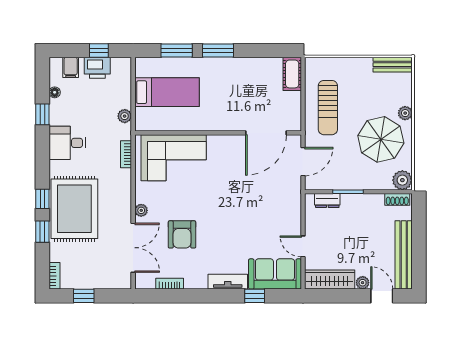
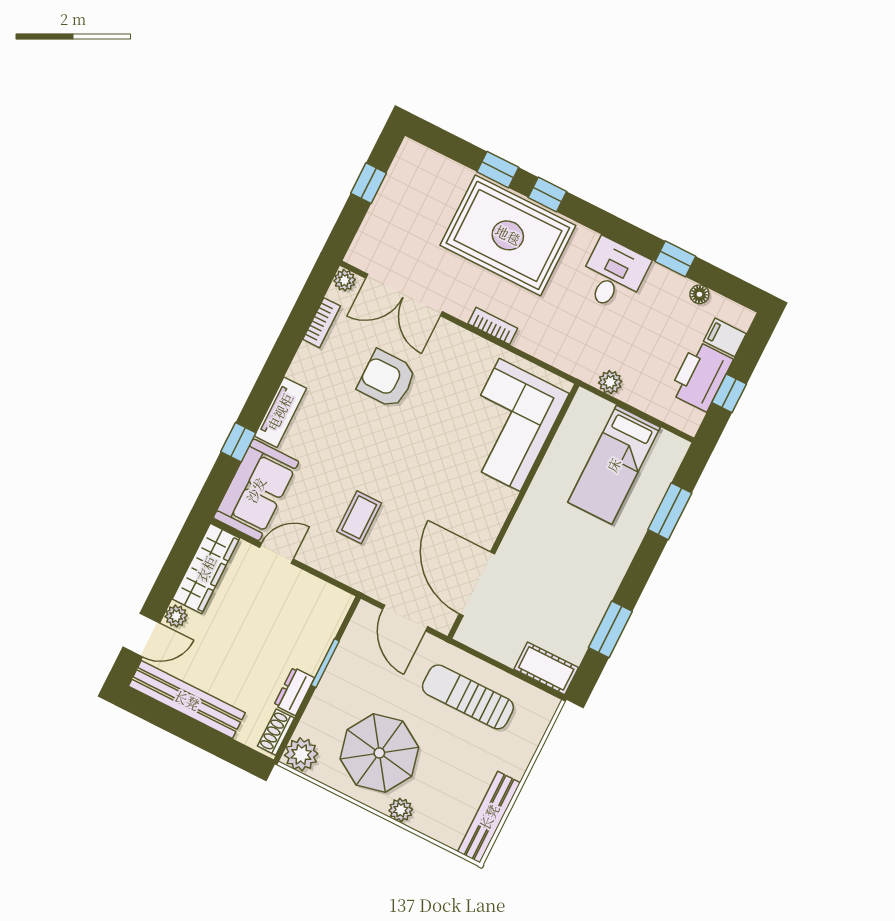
window: (218, 50) -> (610, 629), moved
bench: (393, 65) -> (489, 817), width x1.36
printer: (97, 68) -> (701, 376), width x1.37, depth x1.19
bookcase: (126, 154) -> (493, 326), moved
dresser: (327, 200) -> (294, 691), moved
plant: (141, 210) -> (345, 280), moved
coffee table: (262, 212) -> (359, 517), added
bookcase: (54, 276) -> (421, 154), removed

